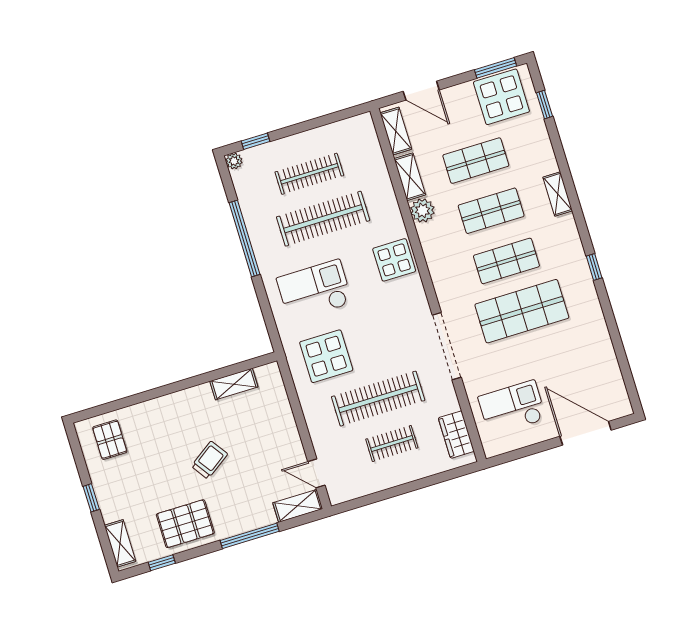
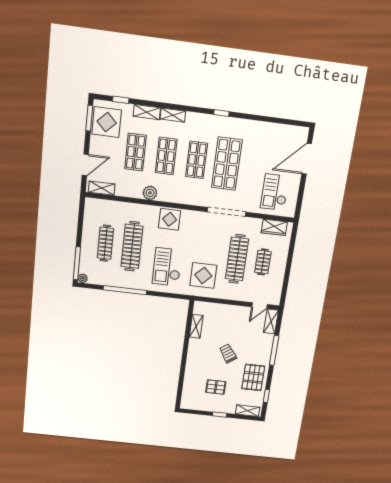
window: (255, 141) -> (77, 263), width x2.17
shelving: (410, 177) -> (147, 112), moved
pallet: (110, 440) -> (216, 387), moved

